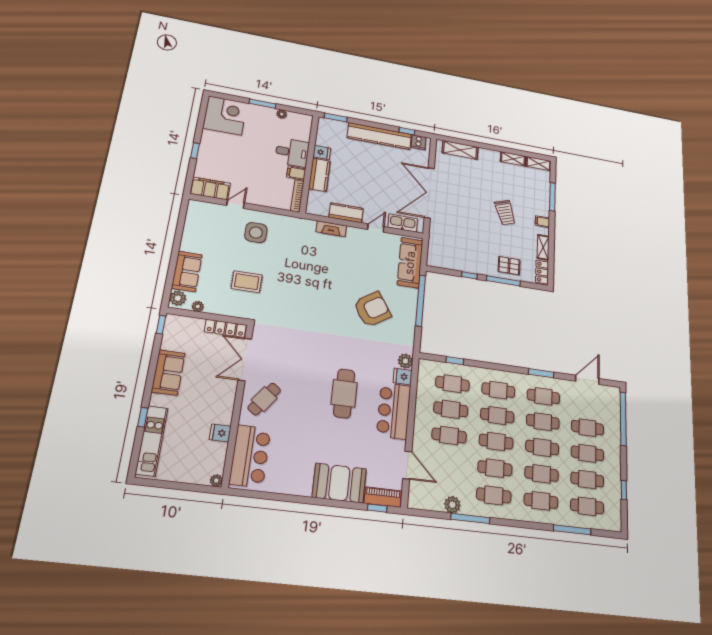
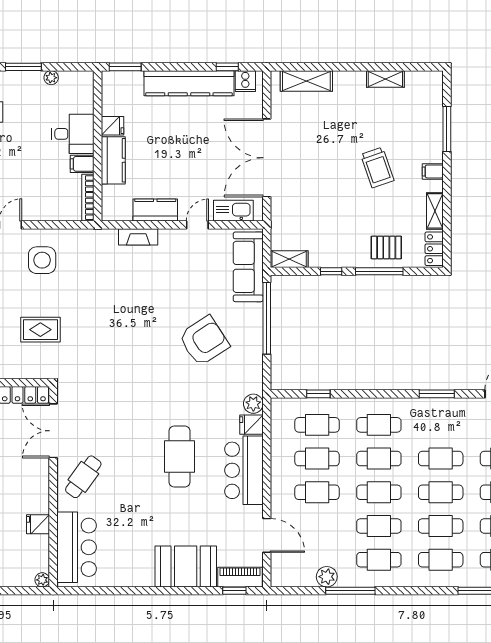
shelving: (539, 164) -> (289, 259), moved
cafe table: (543, 396) -> (441, 425), removed

